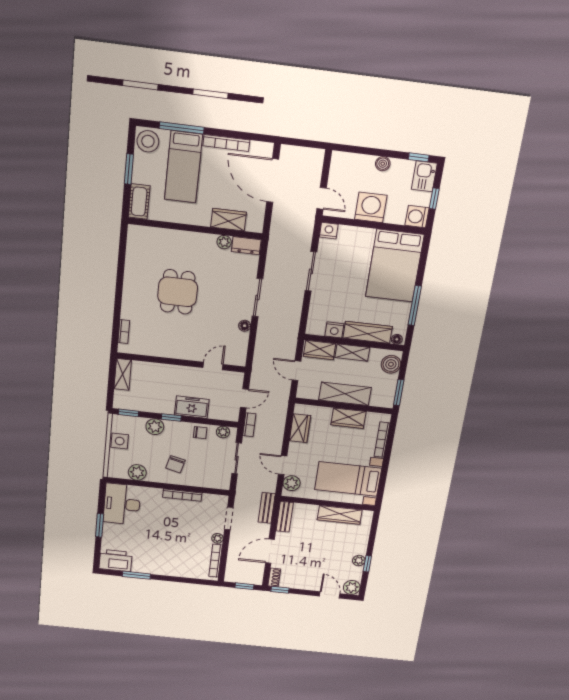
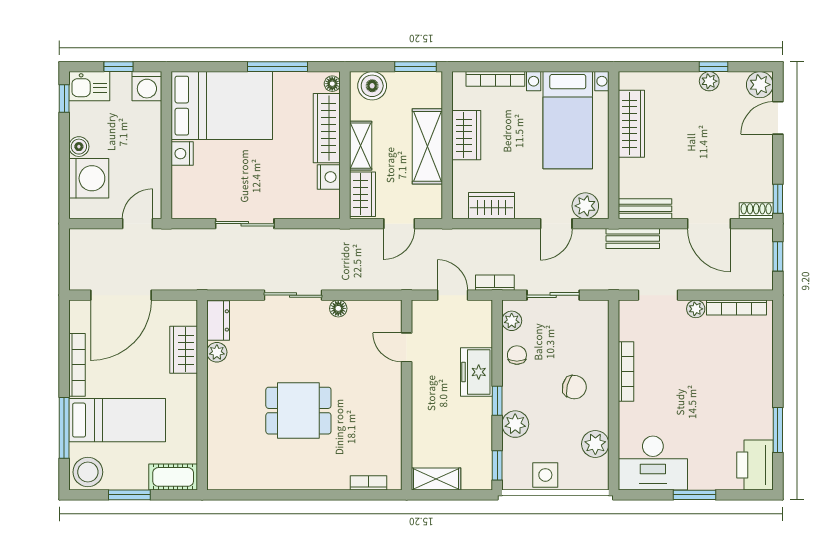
washing machine: (371, 207) -> (89, 178), moved, turned 180
nightstand: (329, 231) -> (182, 154), moved

